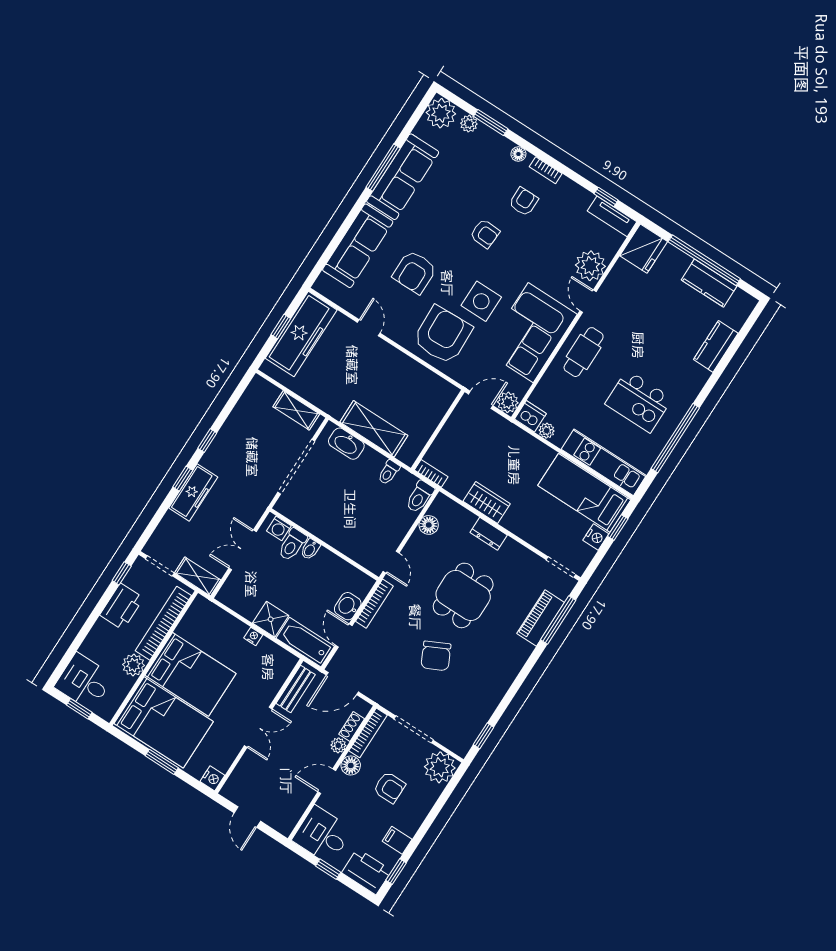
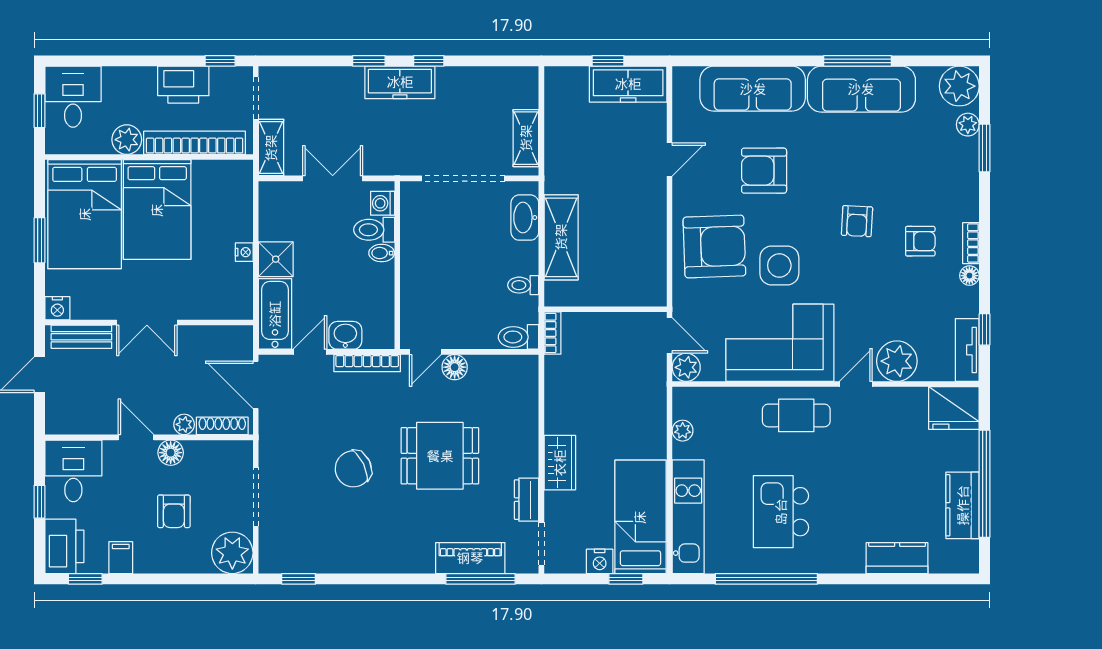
floor lamp: (518, 154) -> (969, 276), moved
freezer: (301, 334) -> (628, 84), width x0.73, depth x0.79
dishwasher: (530, 416) -> (687, 402), removed
freezer: (193, 492) -> (400, 82), moved
wardrobe: (487, 503) -> (560, 463), moved
floor lamp: (429, 525) -> (455, 367), moved
dresser: (489, 534) -> (527, 500), moved
bench: (296, 689) -> (81, 337), moved
shoe rack: (352, 727) -> (222, 426), width x1.43
bookcase: (368, 733) -> (219, 449), removed

